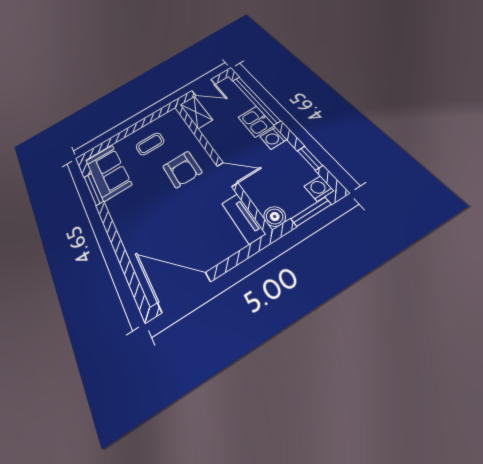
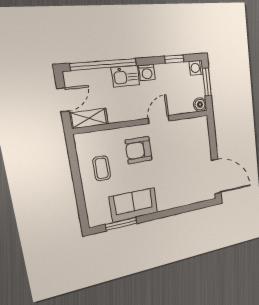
armchair: (182, 169) -> (139, 150), turned 180
sofa: (108, 172) -> (134, 205), moved
tv unit: (243, 218) -> (192, 124), removed
door: (184, 292) -> (216, 176), swing flipped

